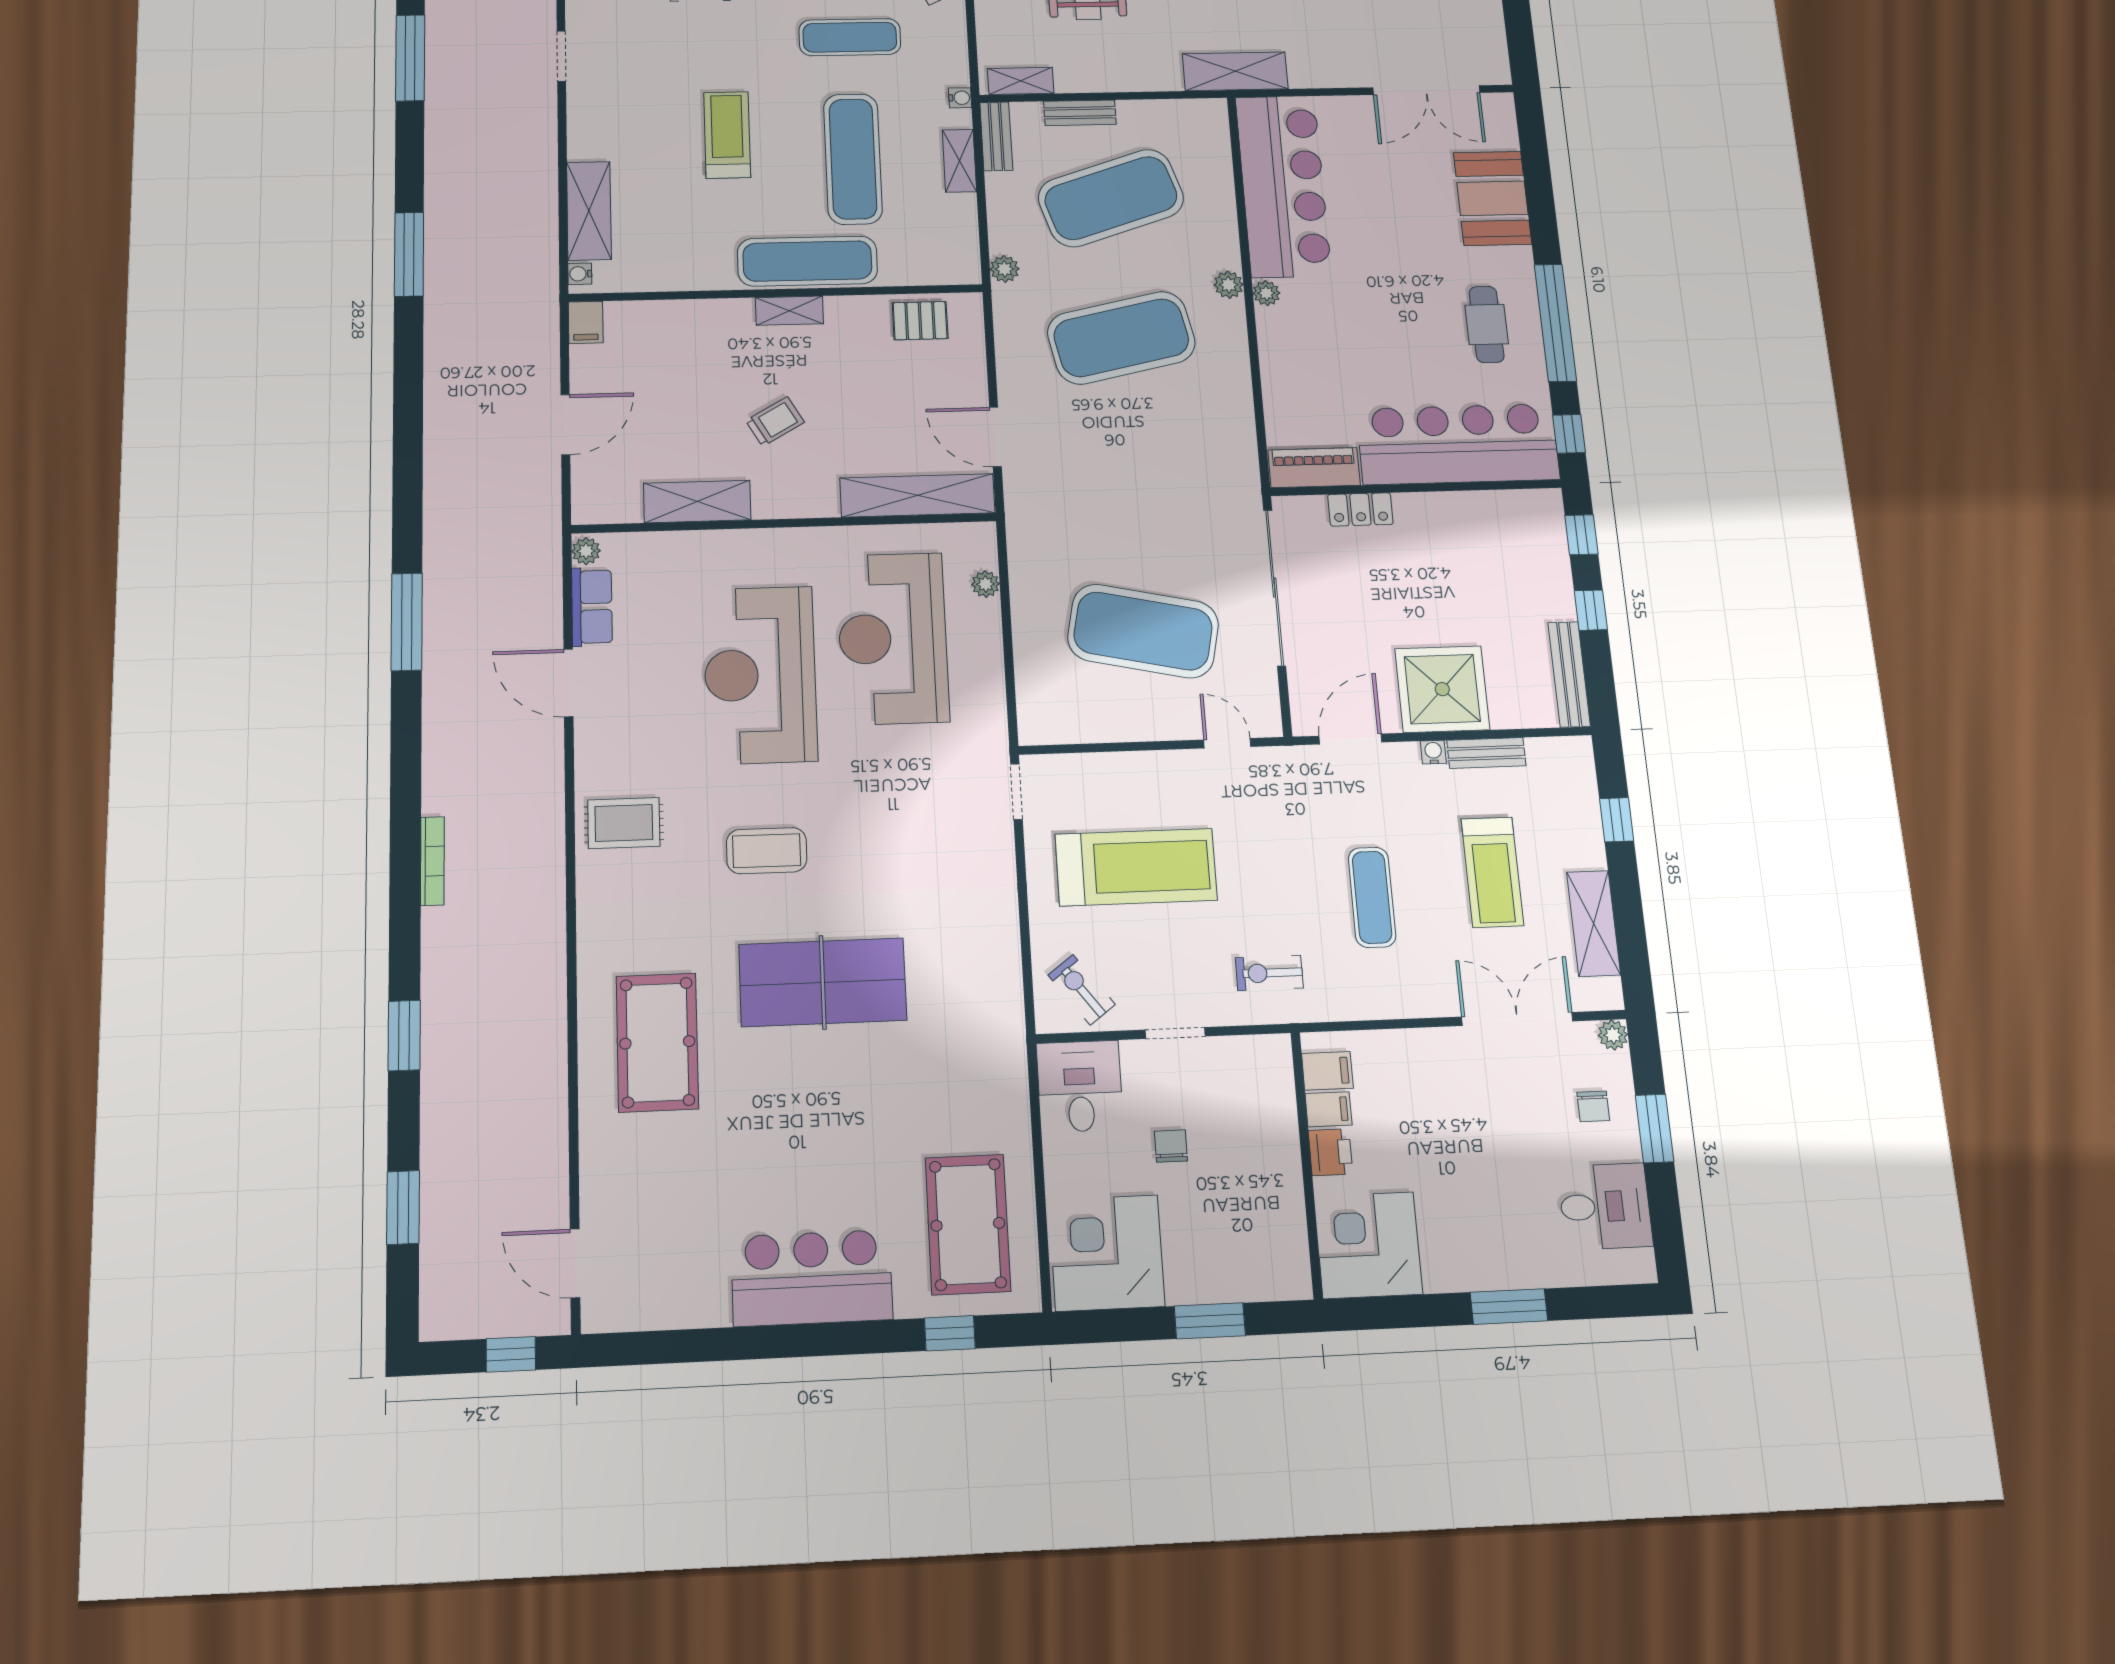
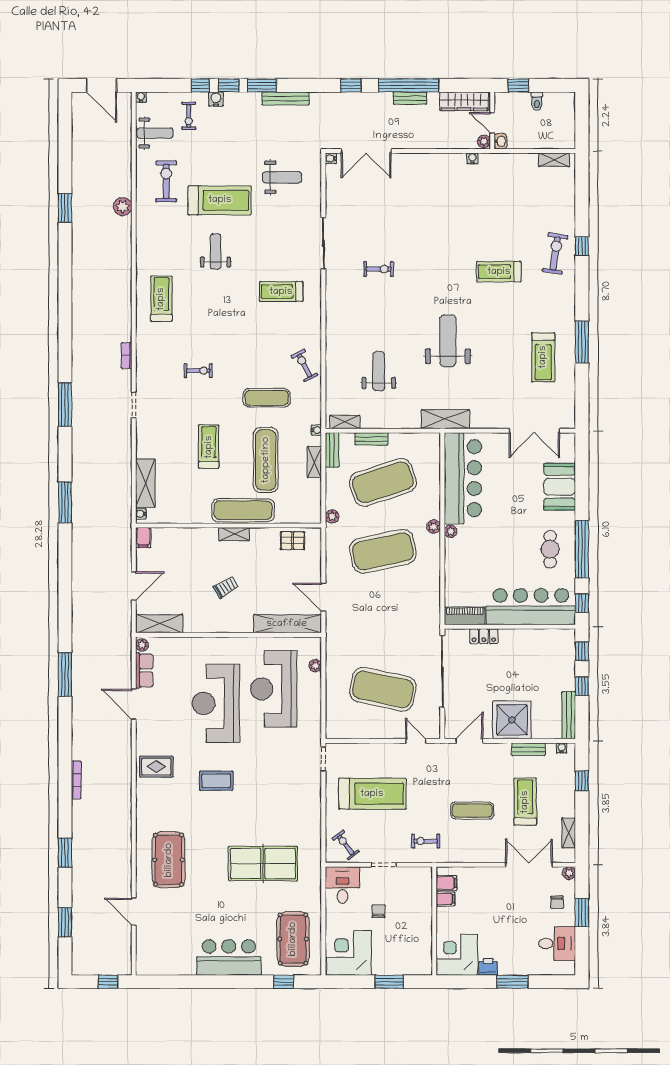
shelving: (697, 501) -> (160, 624), moved
water cooler: (1433, 752) -> (562, 748), moved
treadmill: (1492, 872) -> (525, 802), turned 180
exercise mat: (1372, 897) -> (472, 810), turned 90
shelving: (1594, 923) -> (569, 833), width x0.67, depth x0.75
table tennis table: (823, 982) -> (263, 864), moved
printer: (1331, 1152) -> (488, 967), moved, turned -90
door: (575, 1263) -> (134, 912), moved

